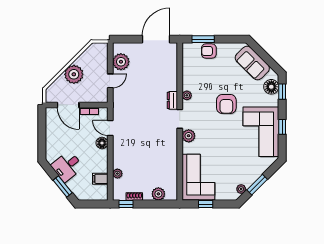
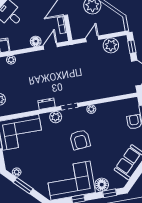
window: (126, 39) -> (132, 47), added
door: (110, 81) -> (92, 39), swing flipped
floor lamp: (271, 87) -> (102, 185), moved
dresser: (172, 100) -> (46, 104), moved
armchair: (226, 104) -> (80, 140), moved, turned -95

